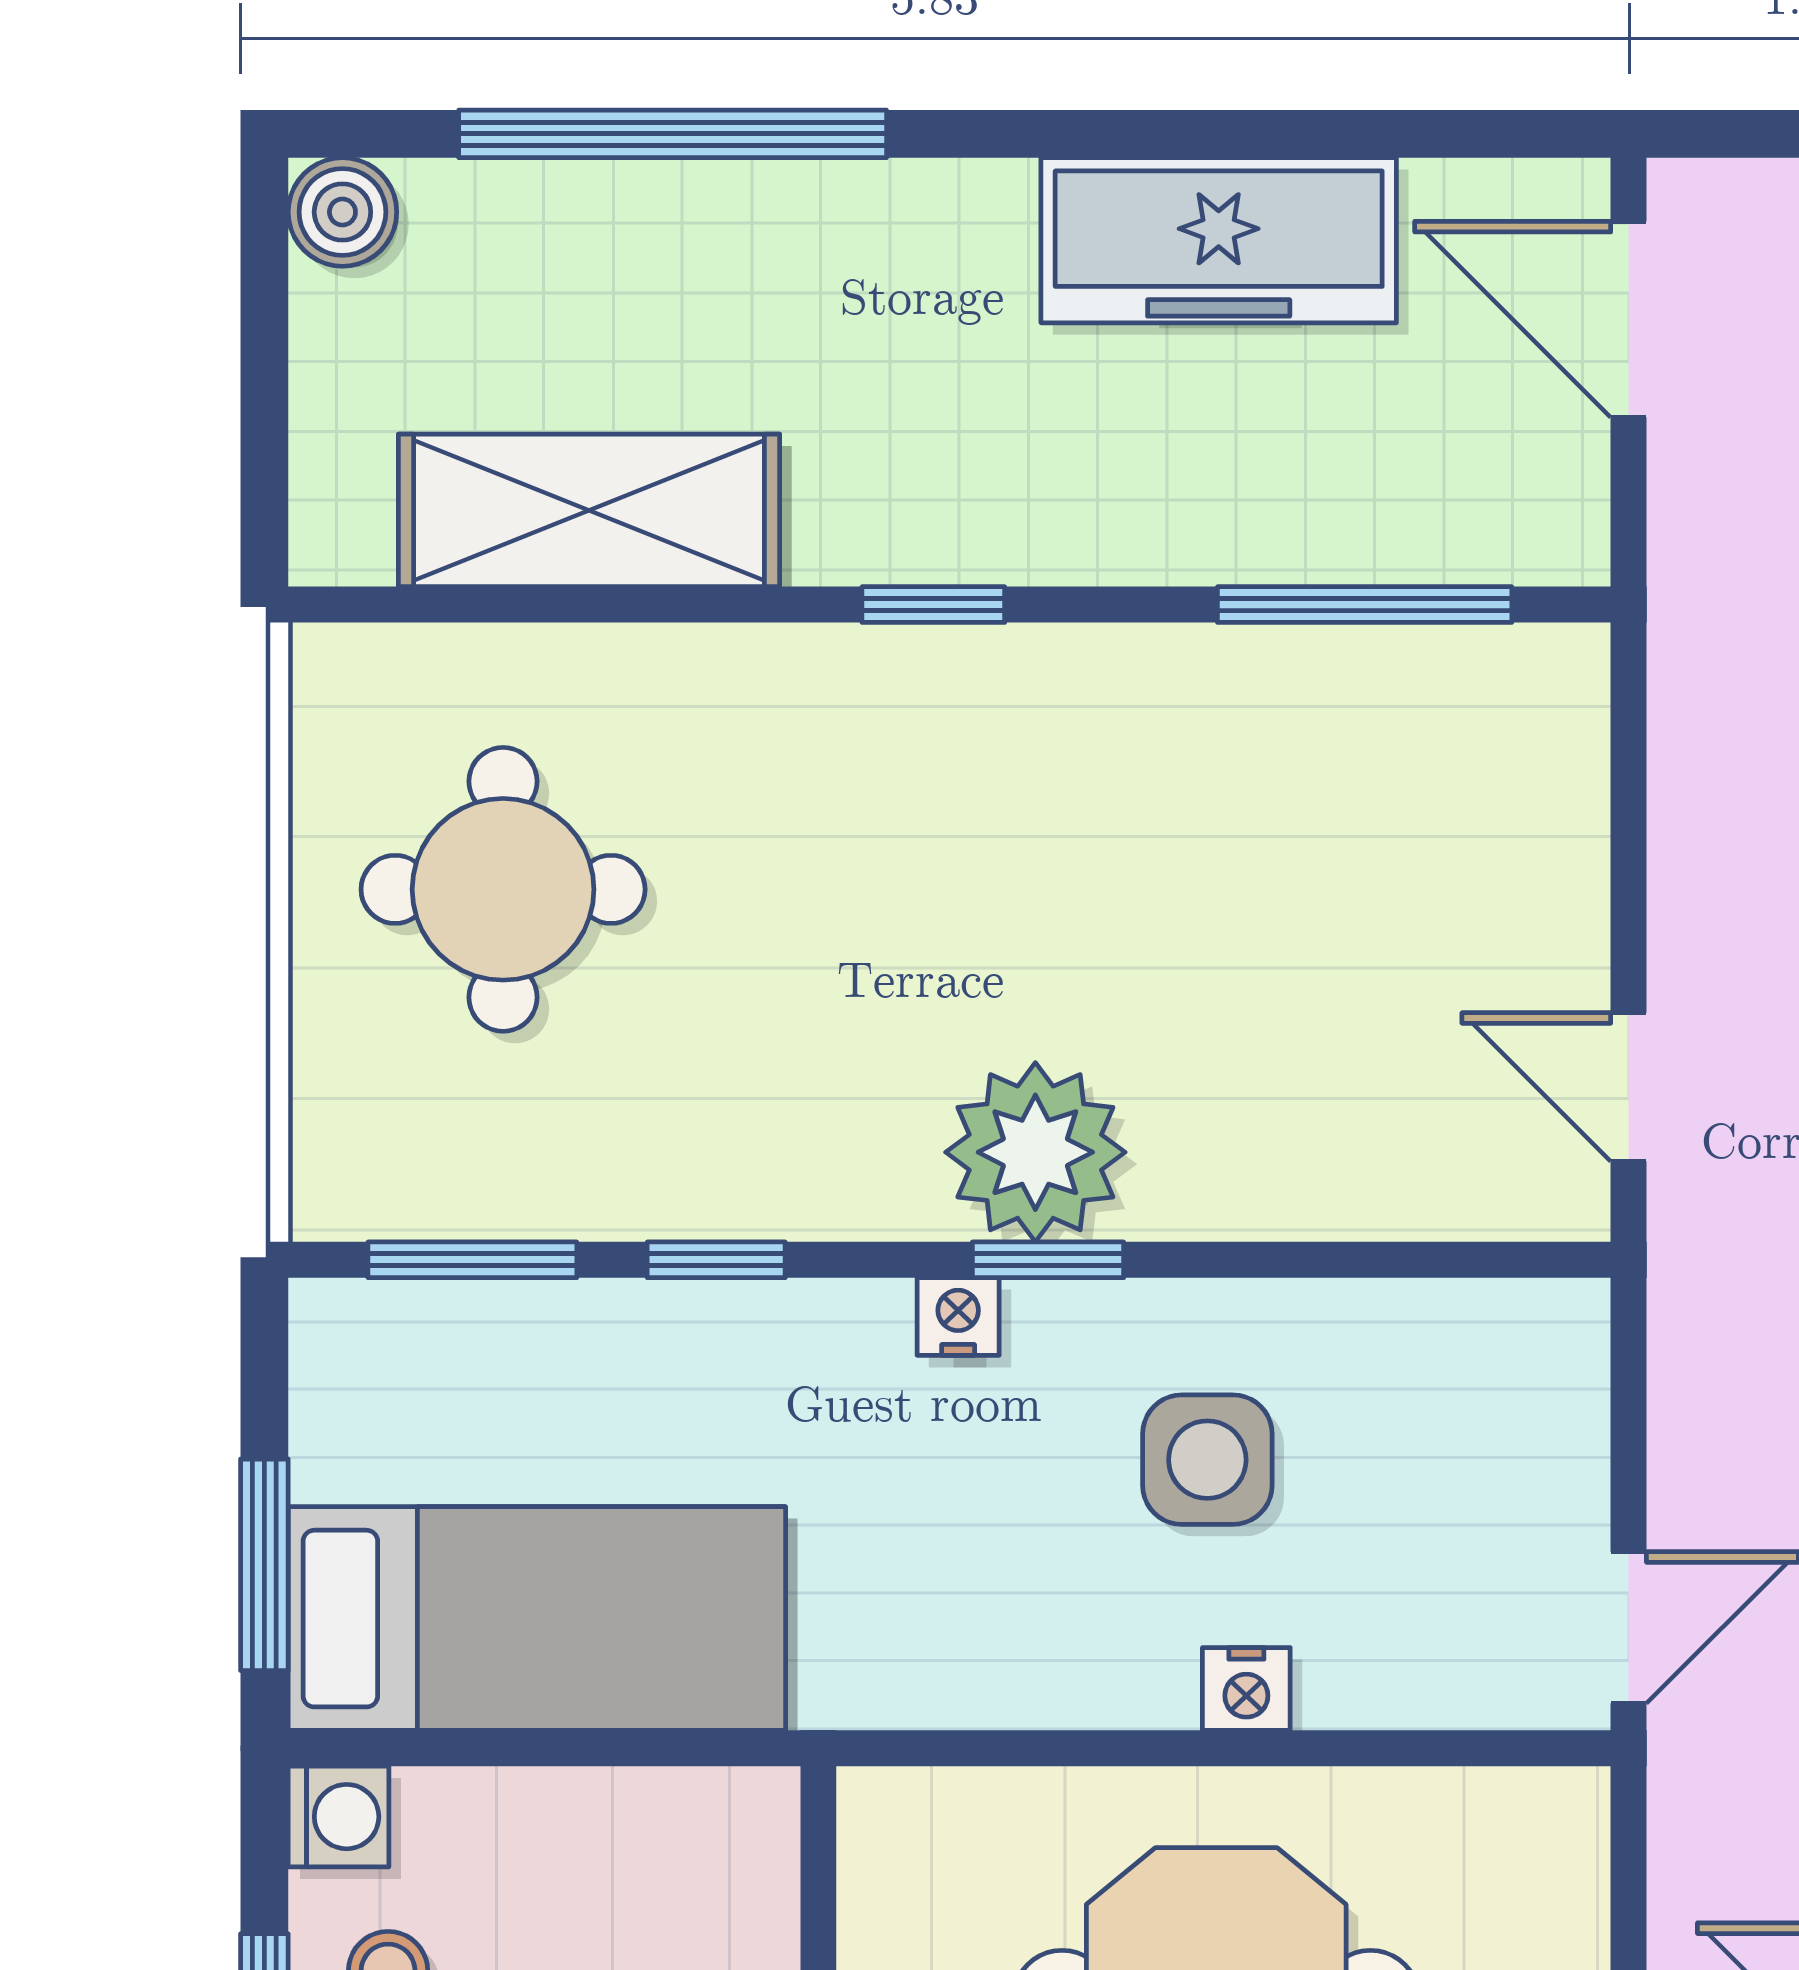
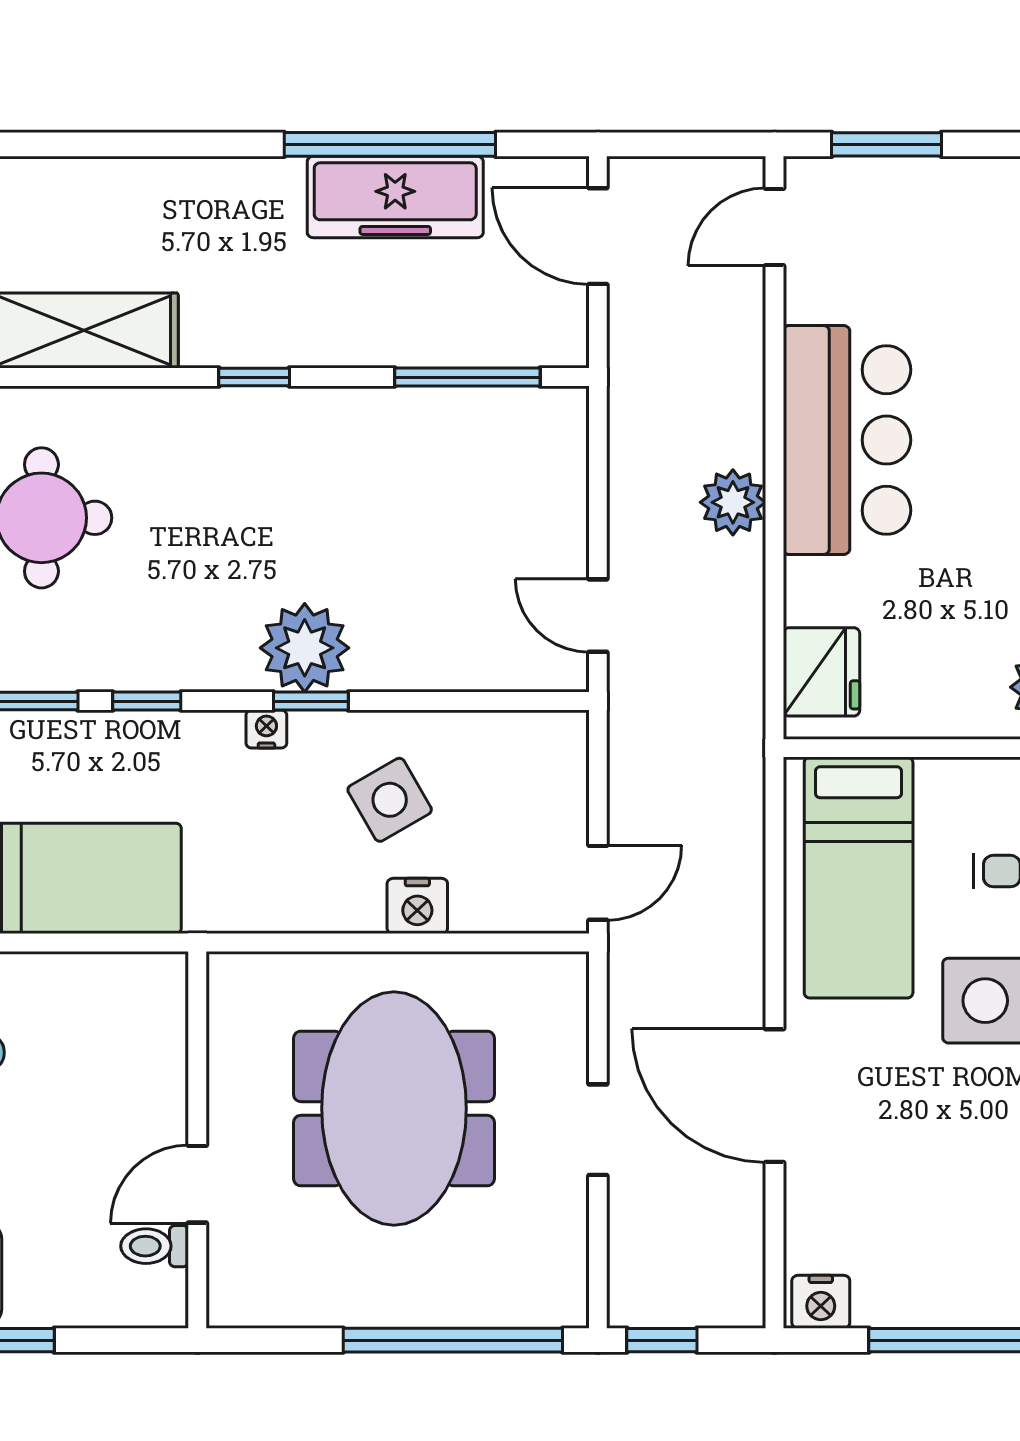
window: (673, 134) -> (390, 144), moved
side table: (1207, 1460) -> (390, 800), turned -30
nightstand: (1246, 1689) -> (417, 906), width x1.39, depth x1.35

